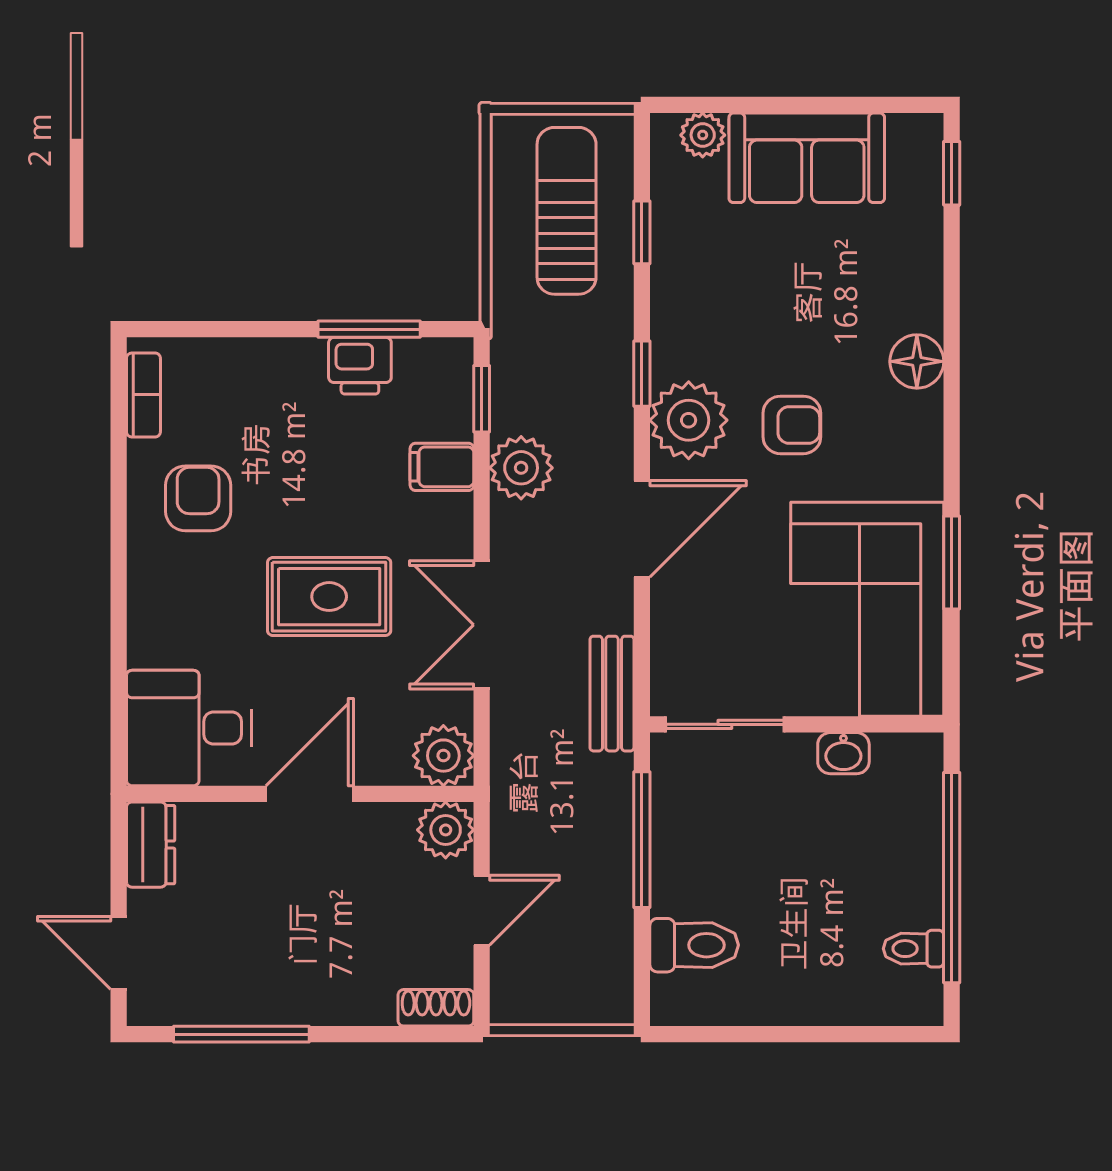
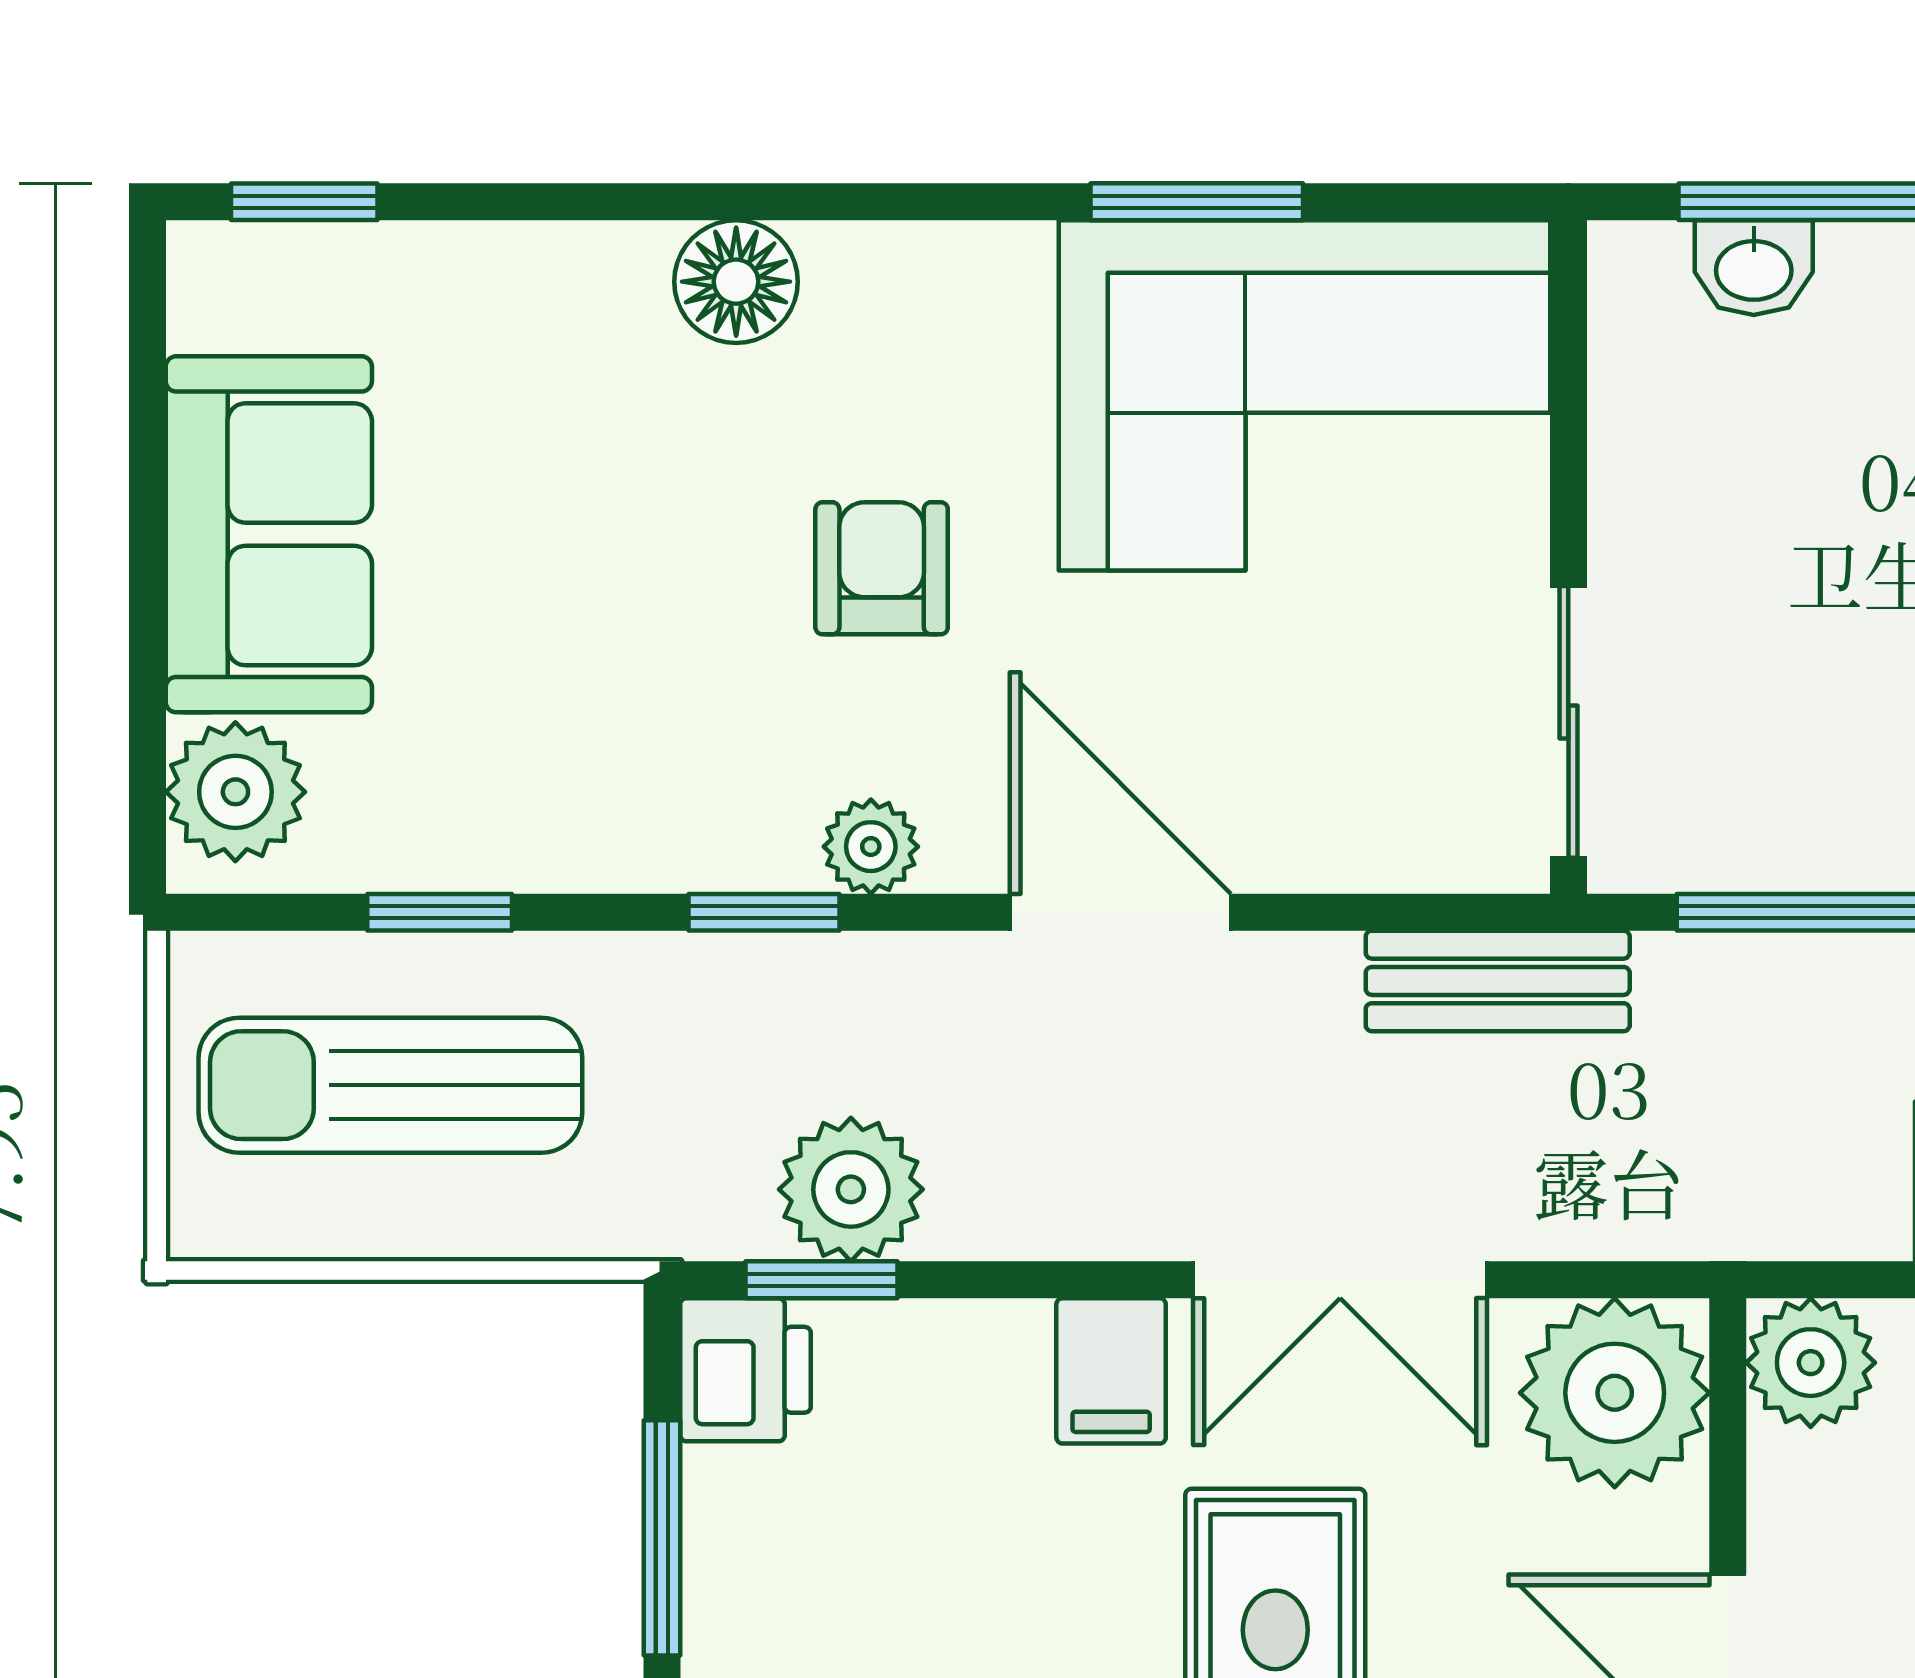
plant: (703, 135) -> (235, 792), width x1.38, depth x1.38
printer: (360, 366) -> (746, 1370), moved
plant: (689, 420) -> (871, 847), width x0.53, depth x0.53
filing cabinet: (442, 467) -> (1111, 1371), moved
plant: (521, 468) -> (851, 1189), moved
washbasin: (843, 753) -> (1754, 268), moved, turned 90
plant: (443, 756) -> (1615, 1393), width x1.36, depth x1.36

